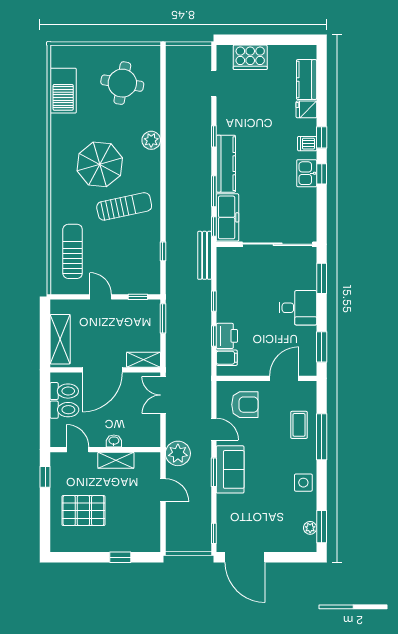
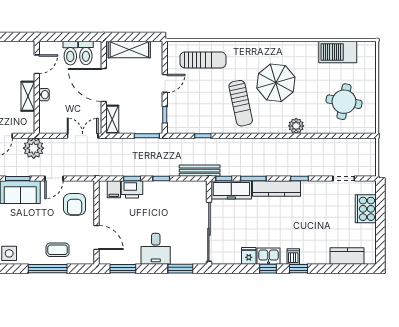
fridge: (306, 109) -> (249, 256), moved
window: (45, 477) -> (14, 37), removed

